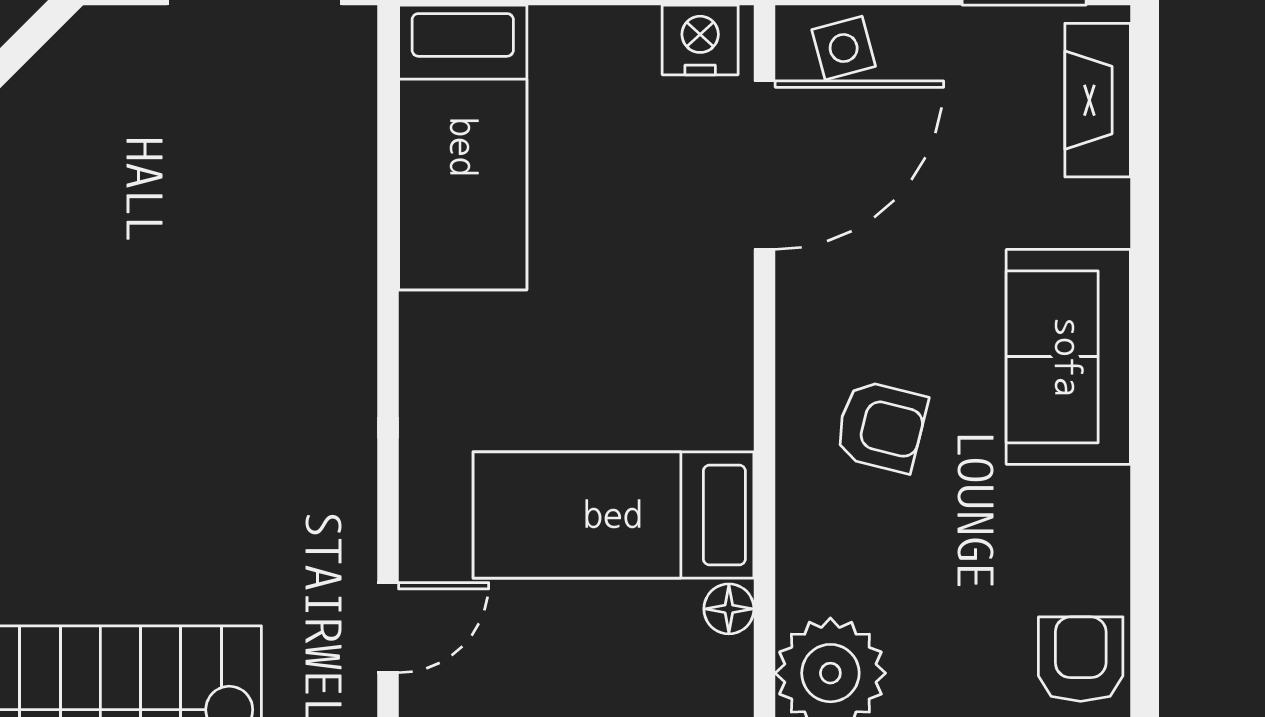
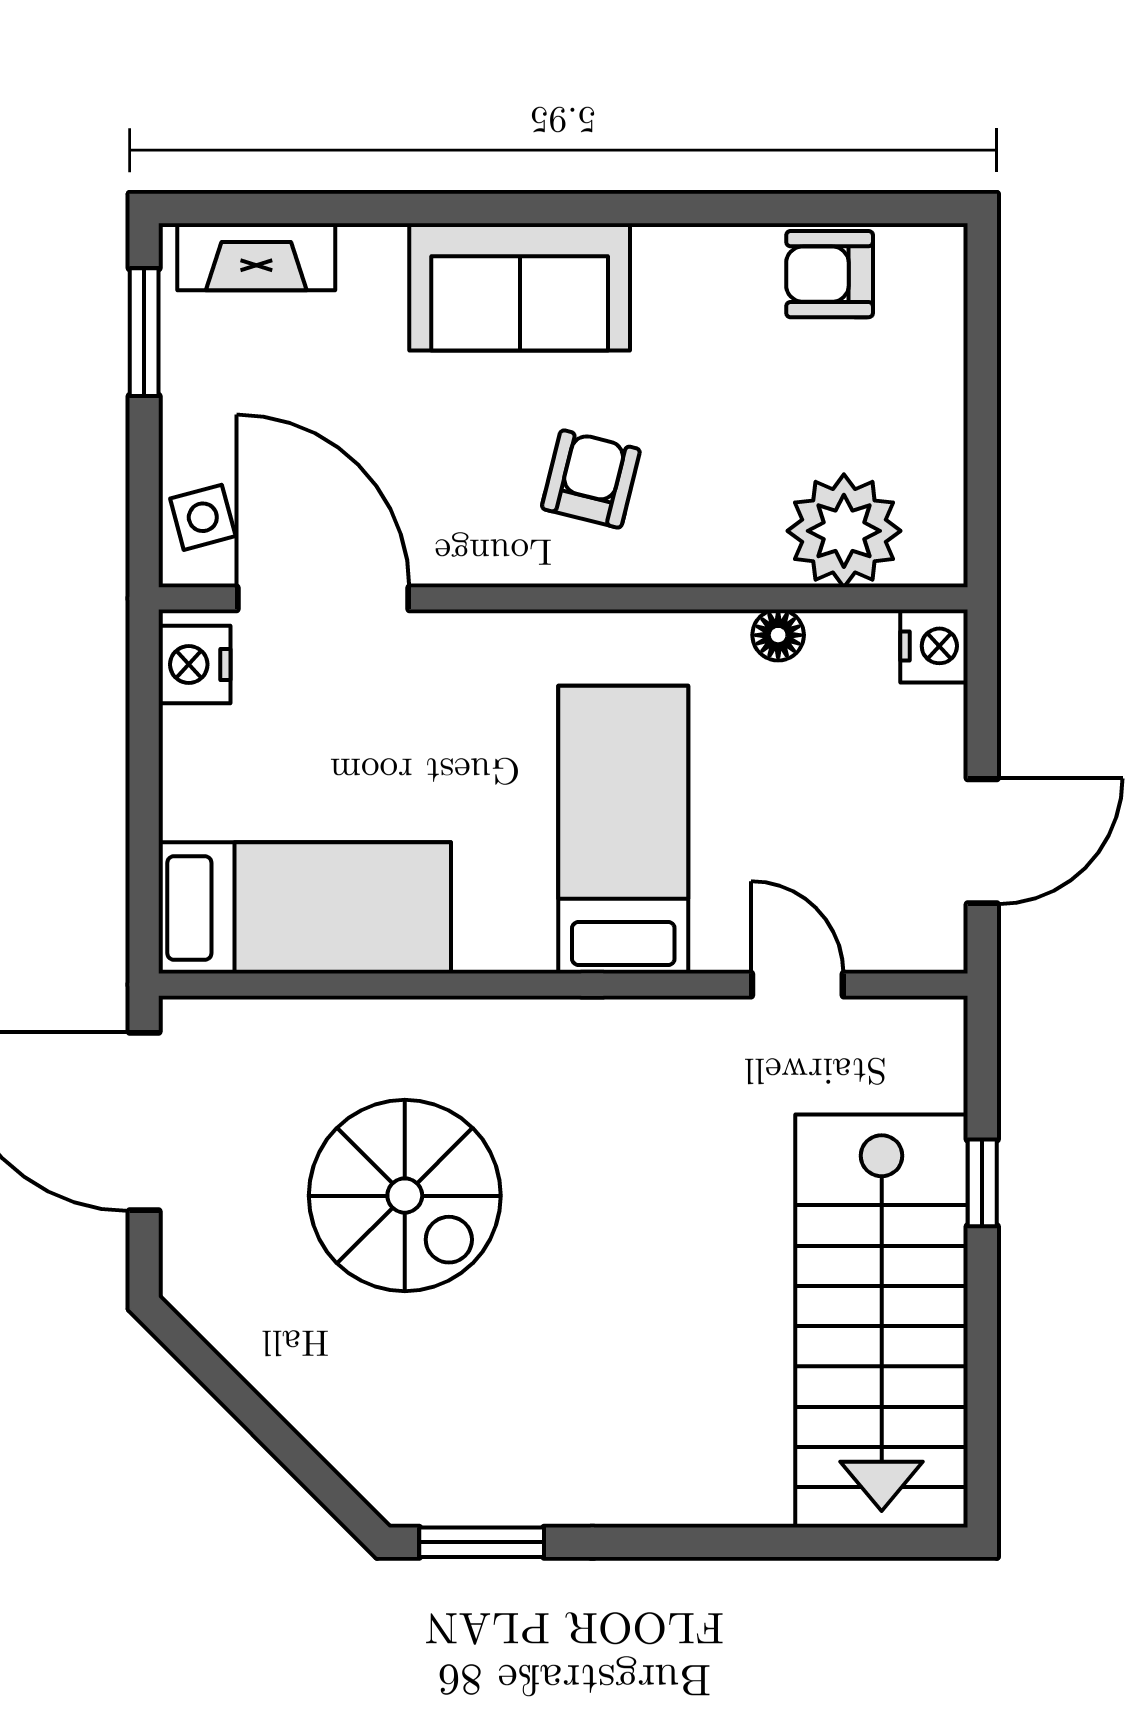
spiral stairs: (182, 245) -> (405, 1196), added
bed: (613, 515) -> (623, 830), moved, turned 180

